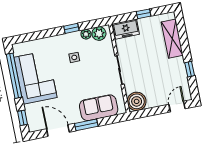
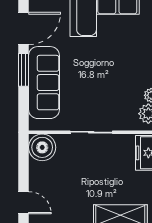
side table: (74, 57) -> (122, 72), removed
sofa: (99, 108) -> (44, 83), width x1.36

